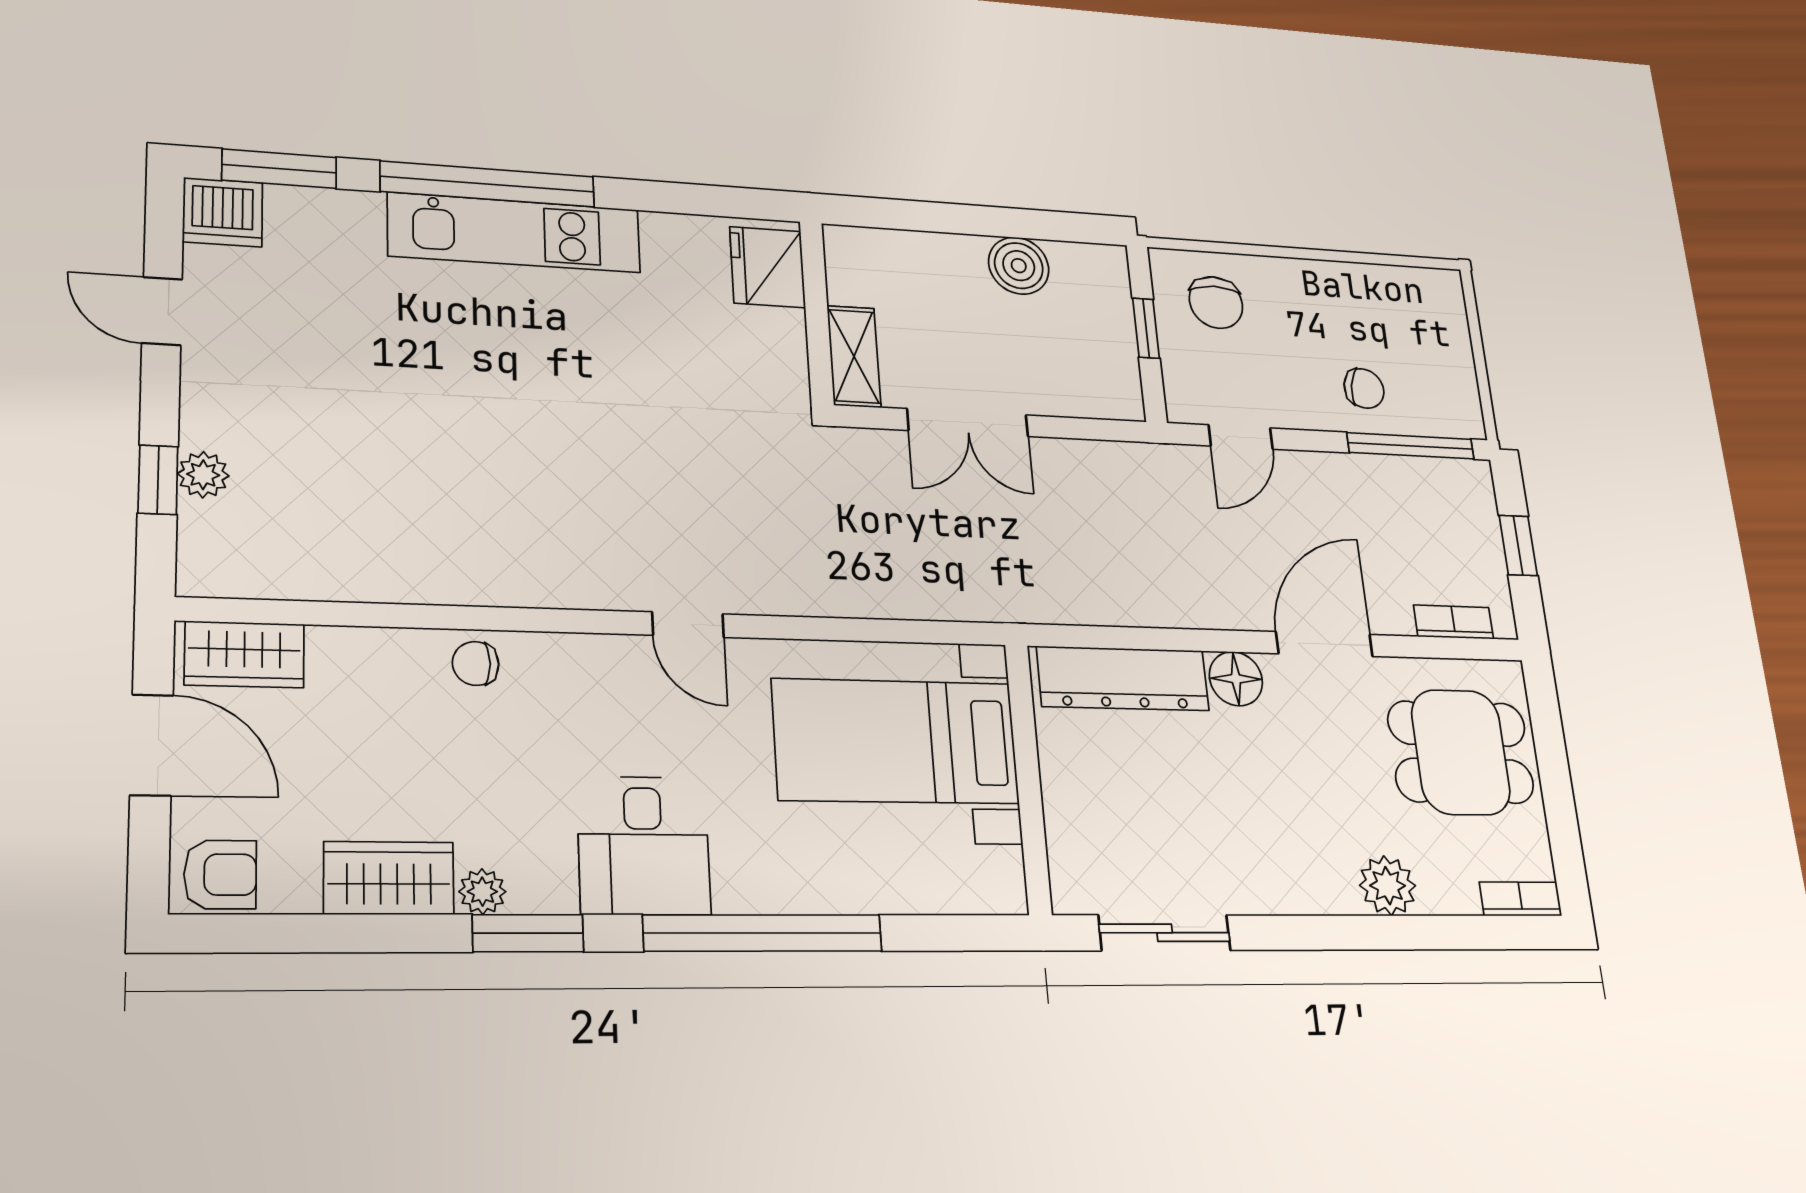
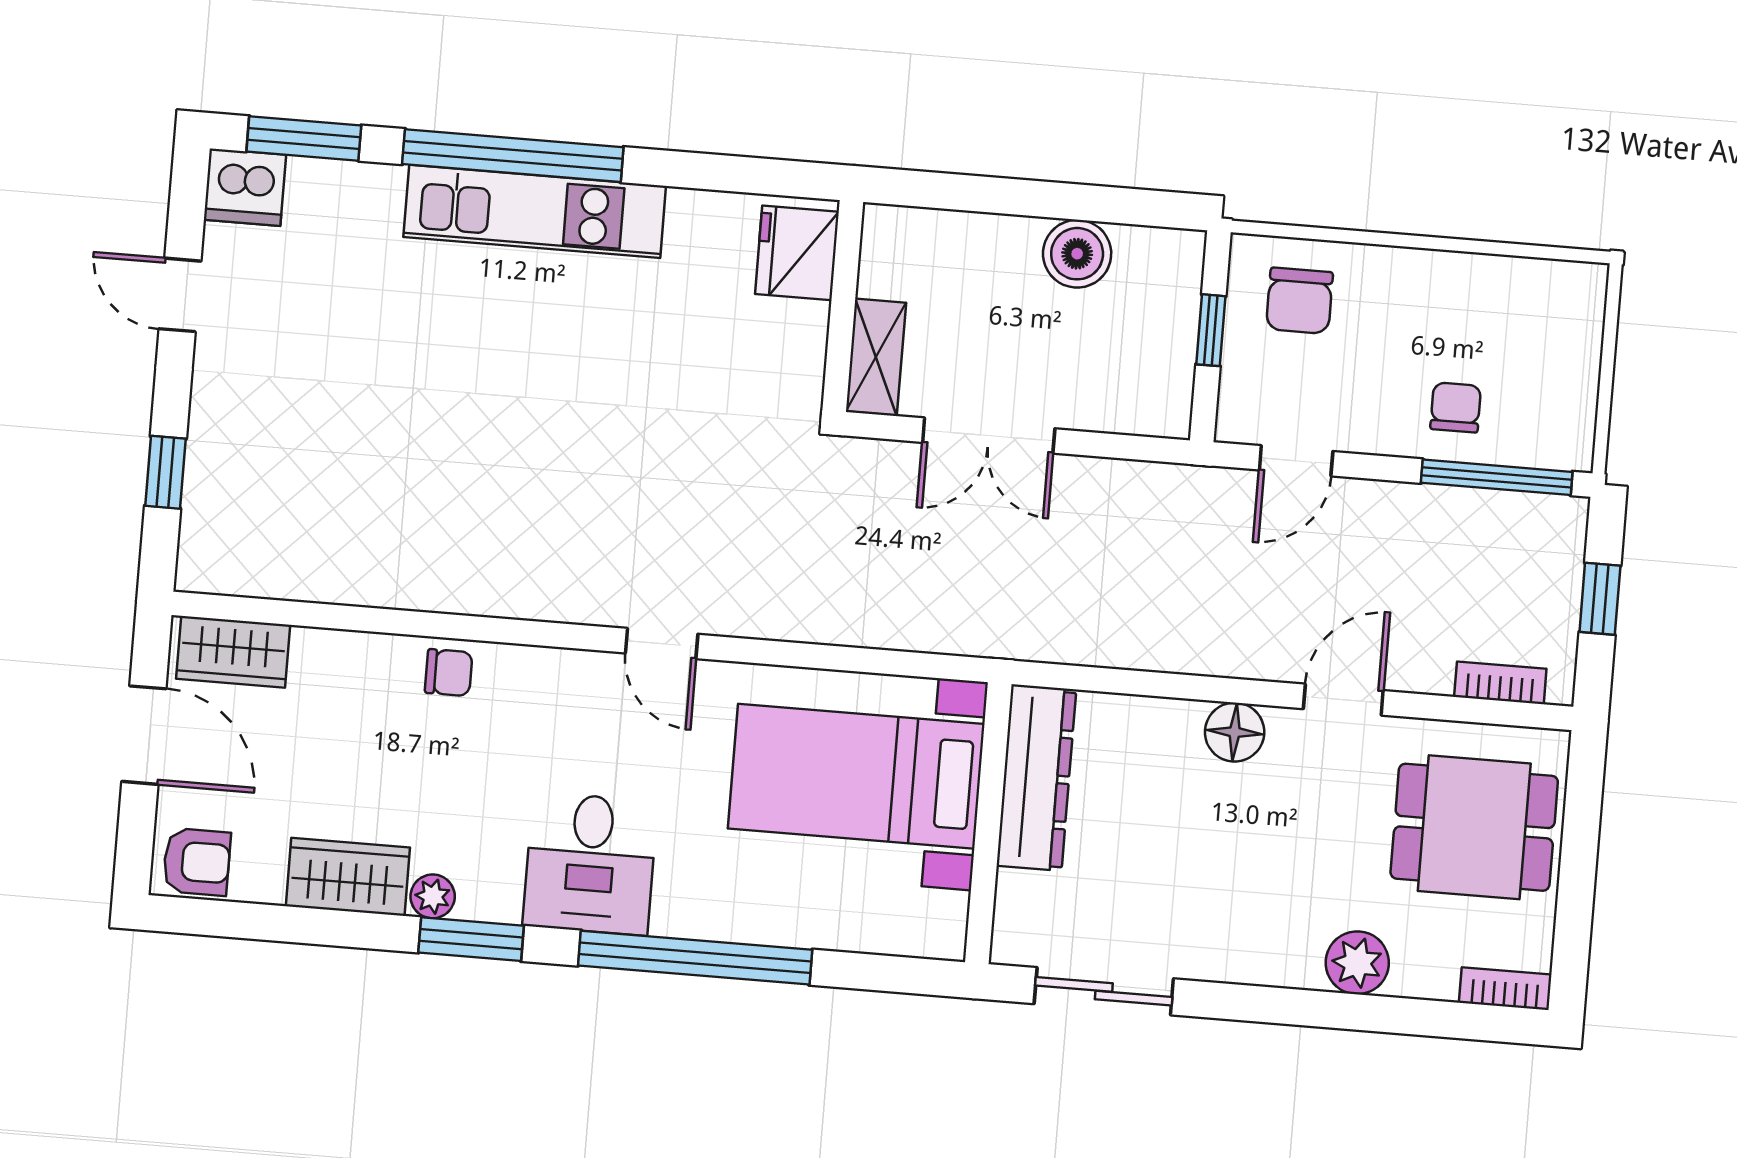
chair: (1364, 388) -> (1456, 407), turned -100
plant: (203, 475) -> (208, 468), removed
door: (1324, 644) -> (1343, 700), width x0.73
chair: (476, 664) -> (449, 673), turned 180
dresser: (1123, 678) -> (1036, 778), moved, turned -90

